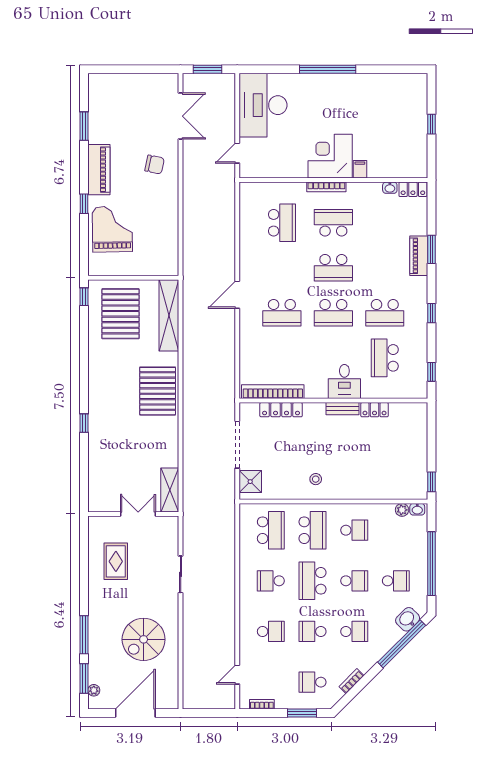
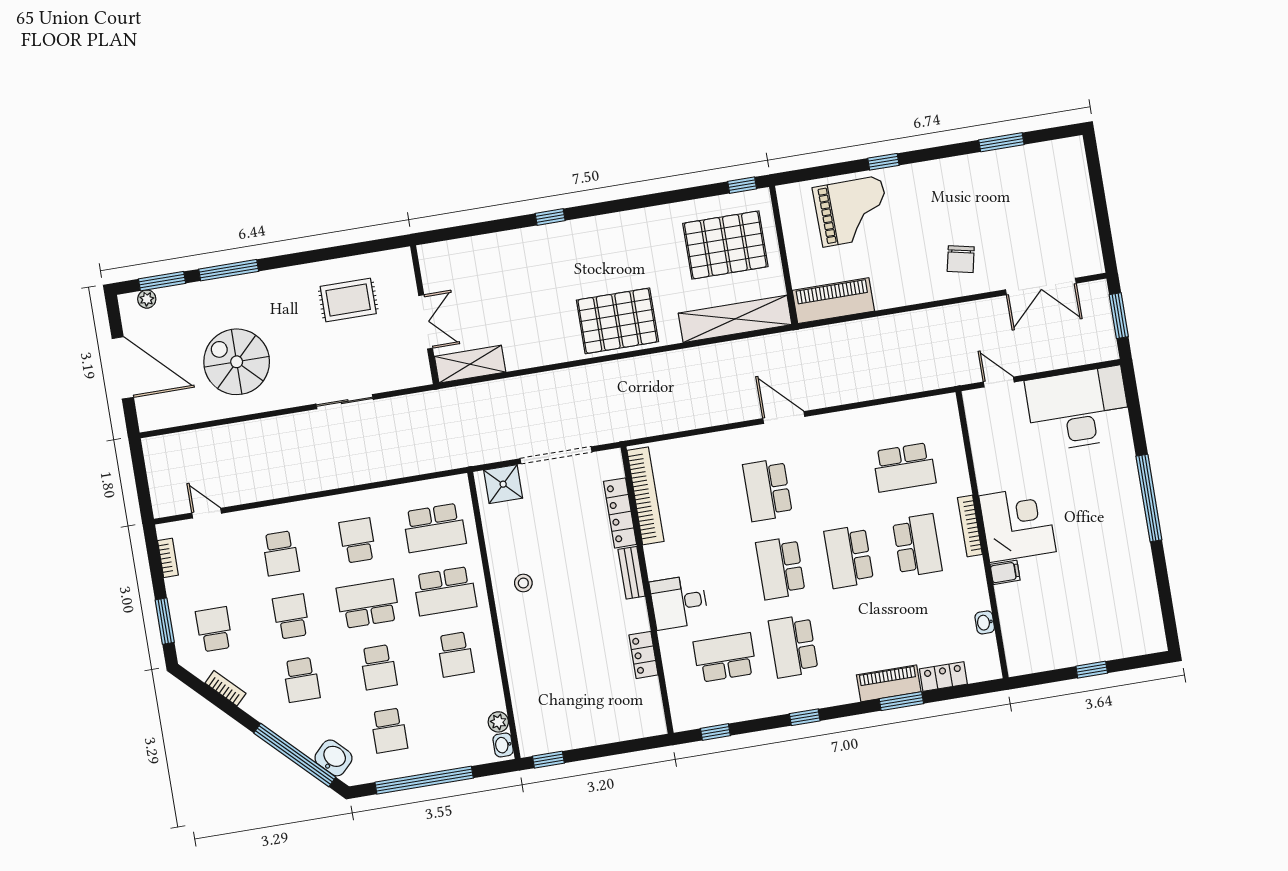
piano: (99, 170) -> (833, 301), moved, turned 180
locker: (413, 189) -> (943, 677), moved, turned 90
bench: (343, 409) -> (632, 573), moved

